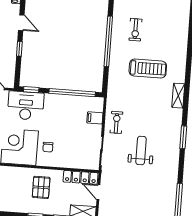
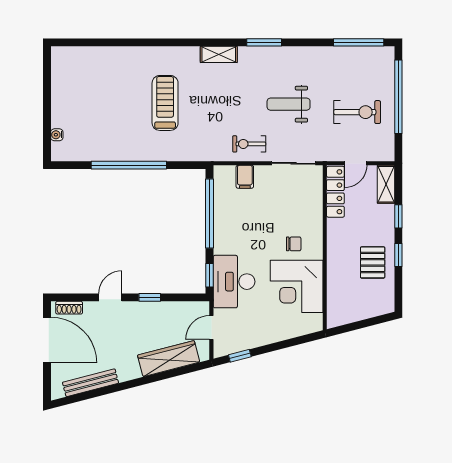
exercise bike: (135, 30) -> (357, 112), moved, width x1.38, depth x1.39
shelving: (178, 96) -> (219, 54), moved
pallet: (41, 187) -> (373, 262), moved, turned 90

